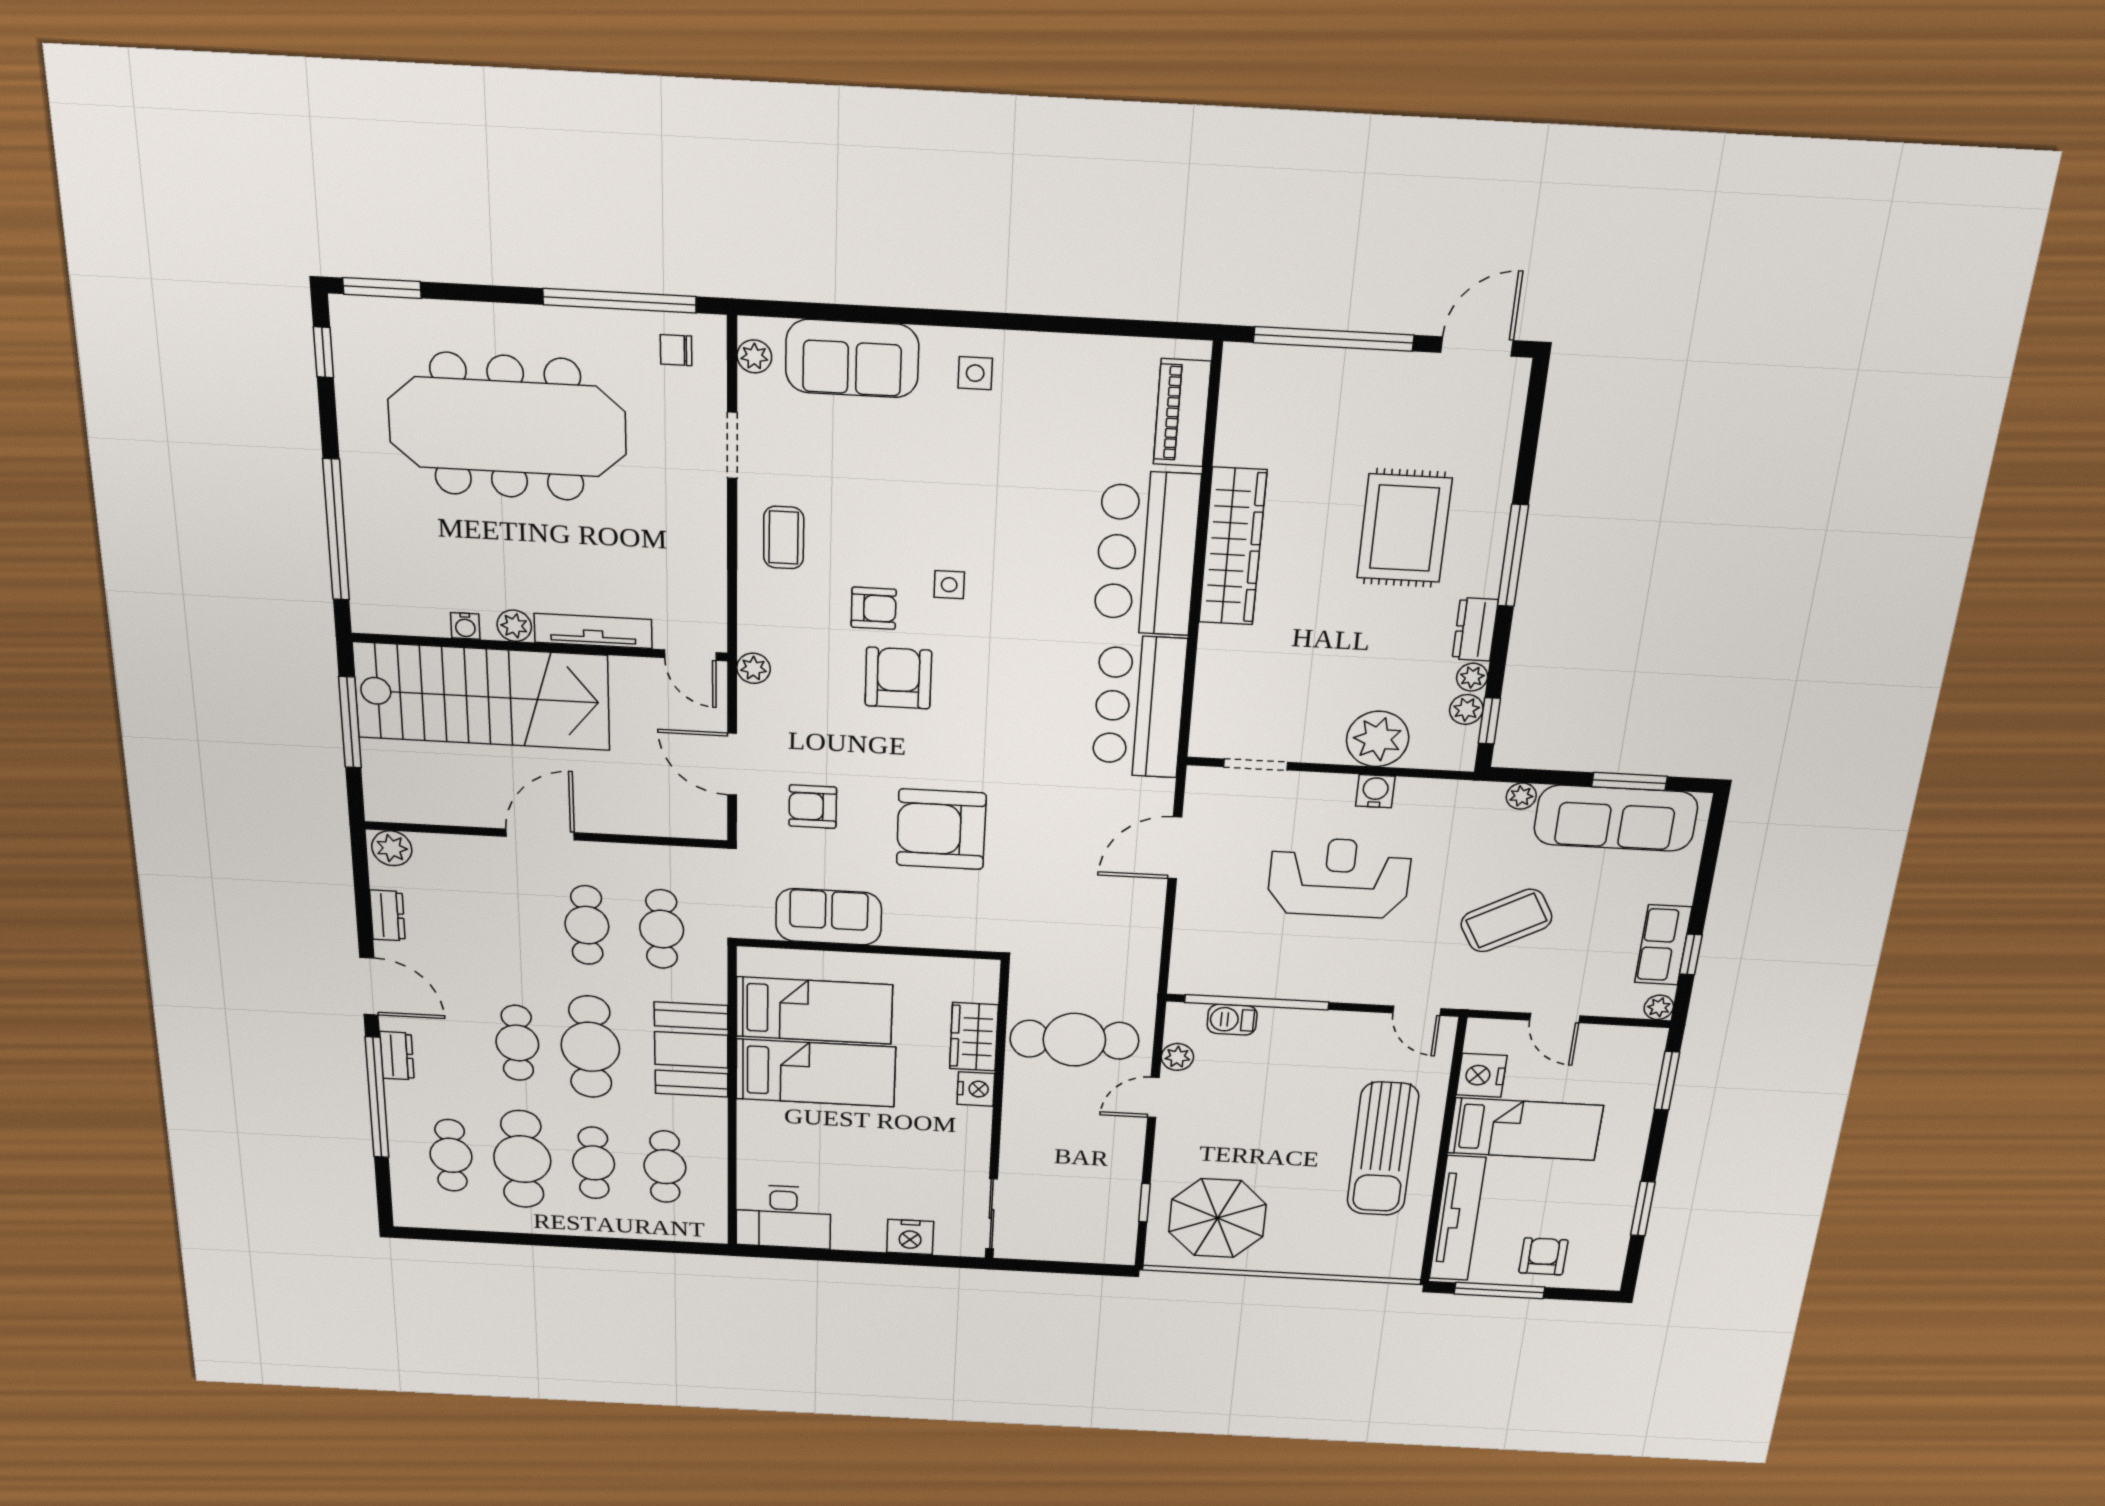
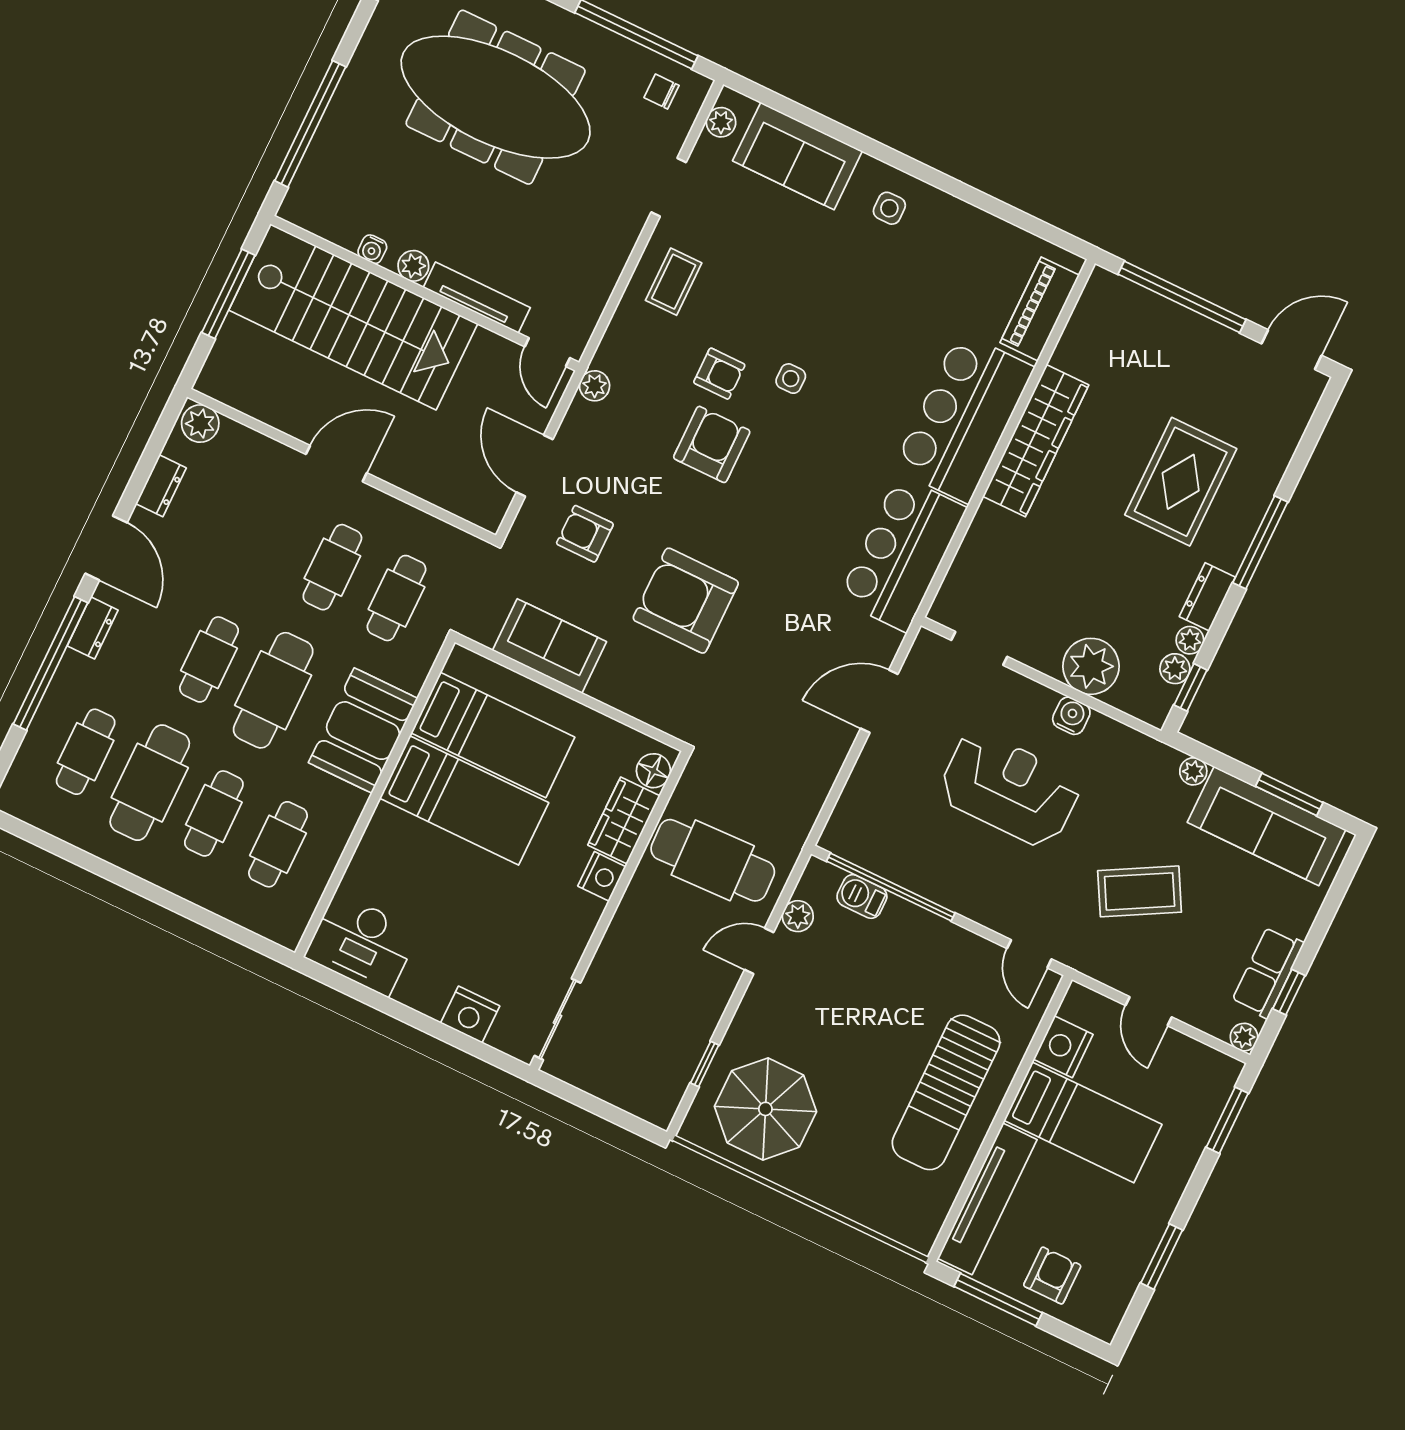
floor lamp: (982, 986) -> (653, 771), added

